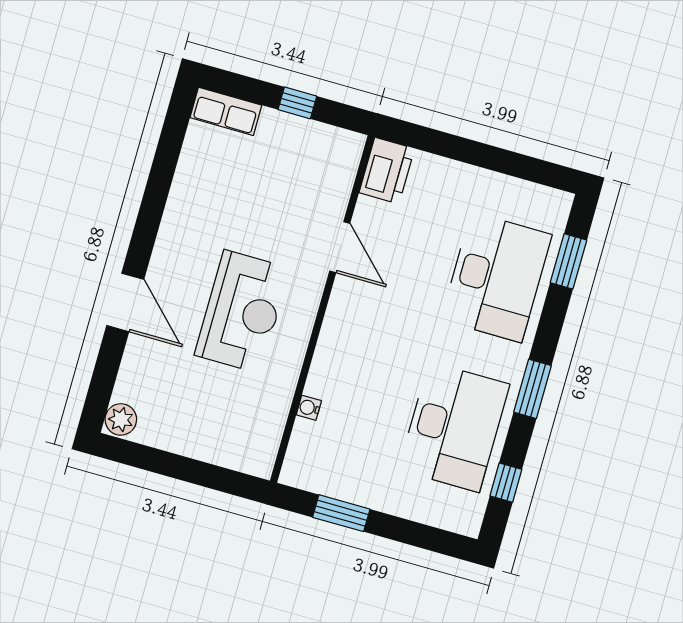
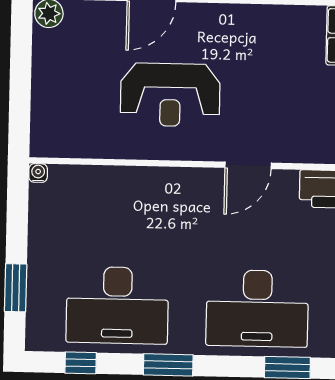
water cooler: (309, 408) -> (38, 173), moved
window: (341, 513) -> (16, 288), moved

